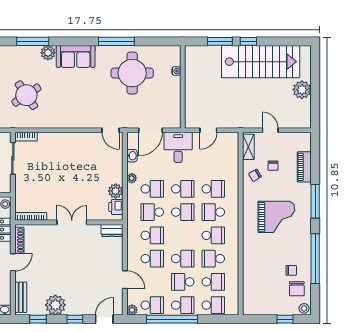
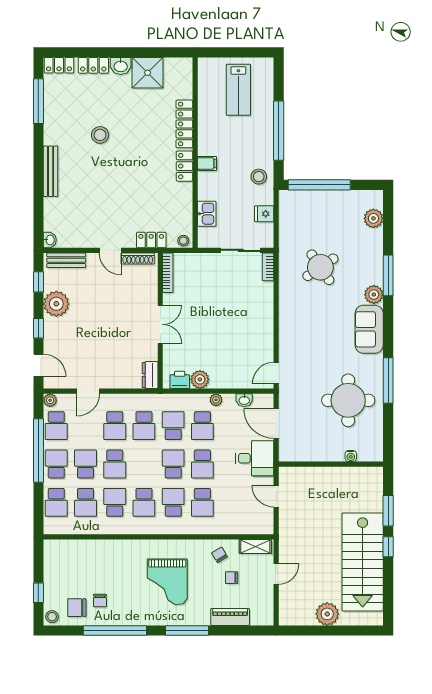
school desk: (183, 212) -> (173, 464), turned 180
school desk: (183, 305) -> (56, 464), turned 180

